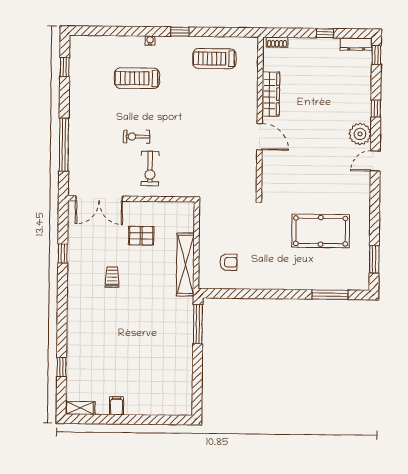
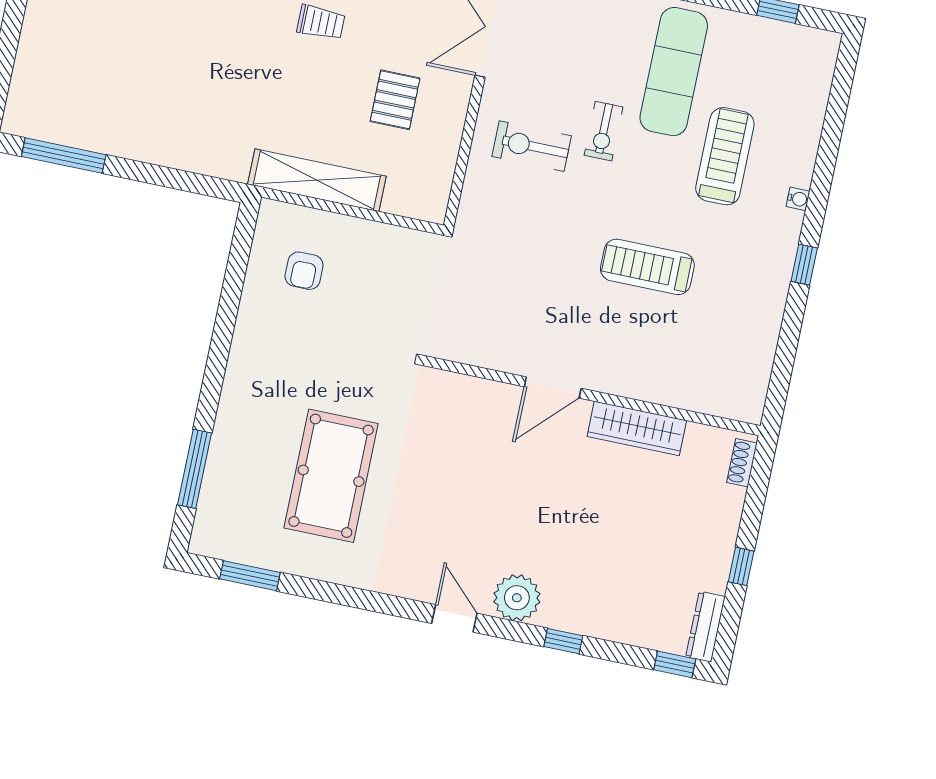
treadmill: (214, 59) -> (647, 267), moved, turned -90
exercise mat: (103, 110) -> (674, 72), added
exercise bike: (137, 137) -> (604, 131), turned 180
window: (198, 324) -> (64, 156), moved

